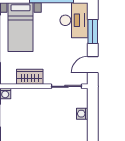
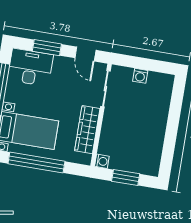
wardrobe: (30, 77) -> (87, 130), width x1.50

